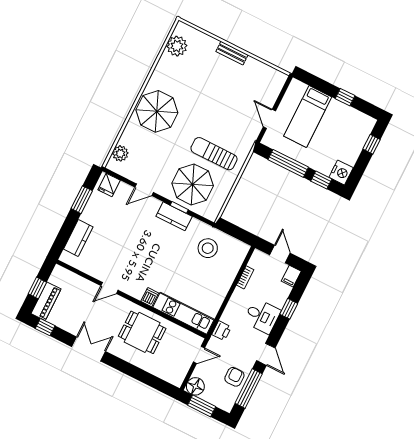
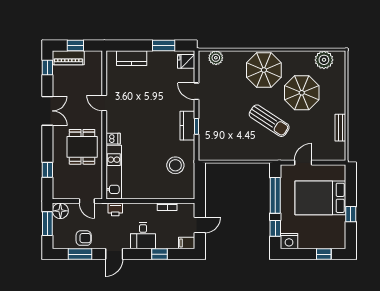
bench: (232, 53) -> (340, 128), moved
bed: (308, 116) -> (320, 198), width x1.50
sun lounger: (214, 154) -> (269, 121), moved, turned 123
parasol: (193, 184) -> (302, 93), moved
window: (148, 379) -> (47, 170), added
window: (249, 389) -> (80, 254), width x0.69

